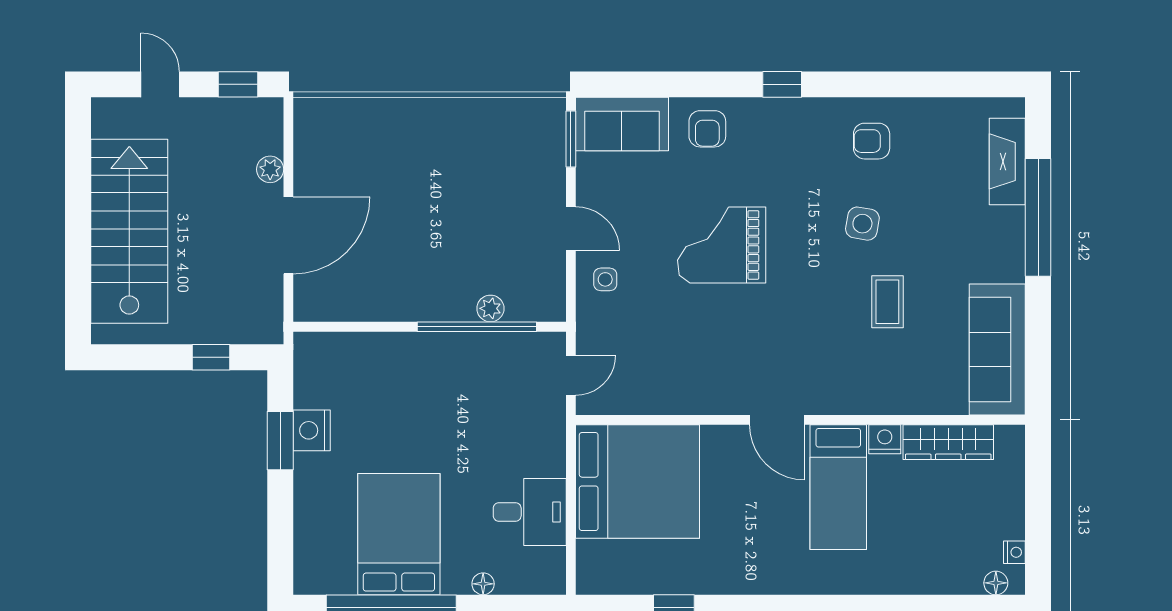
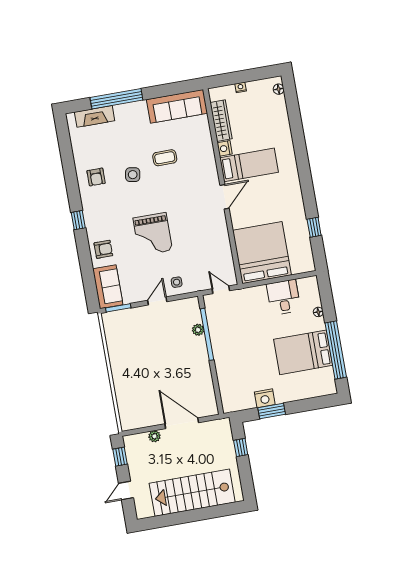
nightstand: (1014, 552) -> (241, 87), moved

